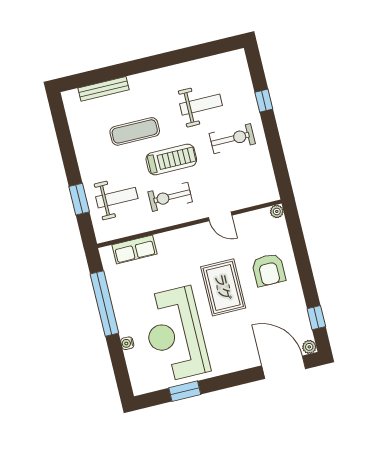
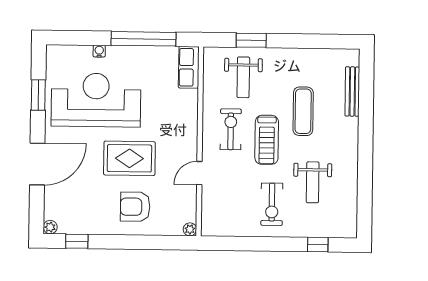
window: (264, 101) -> (318, 245), moved
row of seats: (134, 249) -> (189, 67), moved
door: (284, 367) -> (37, 164), moved

